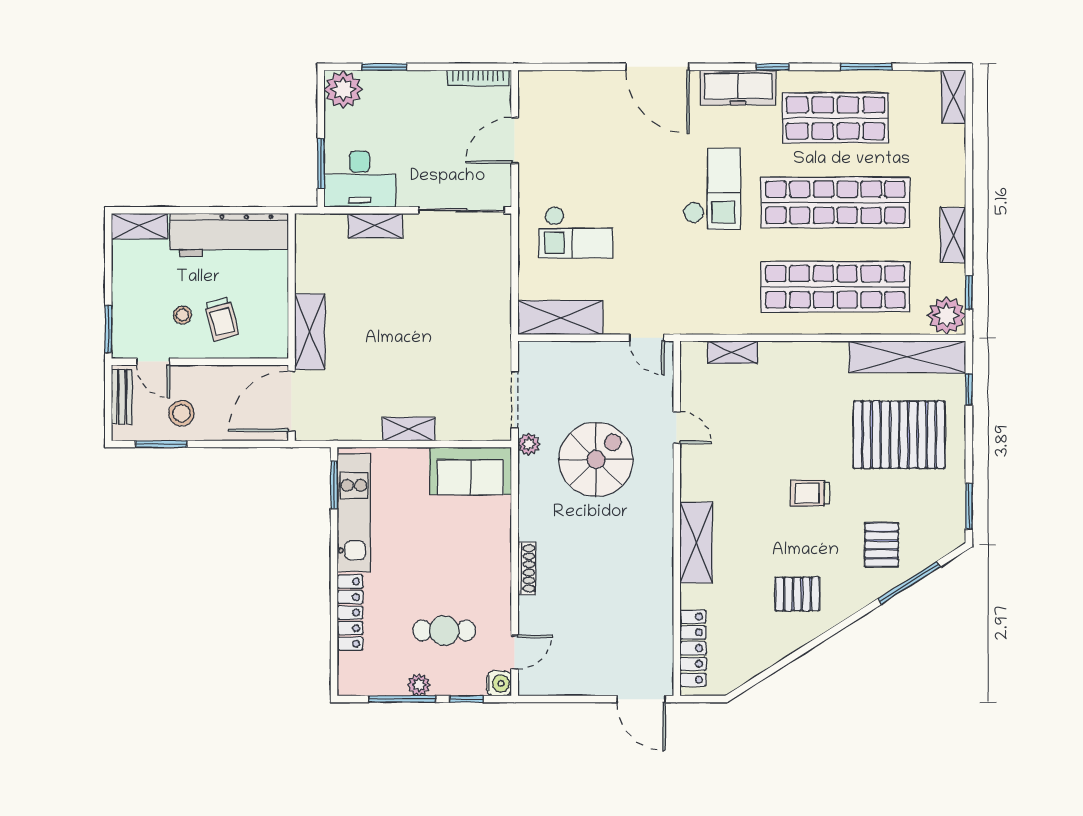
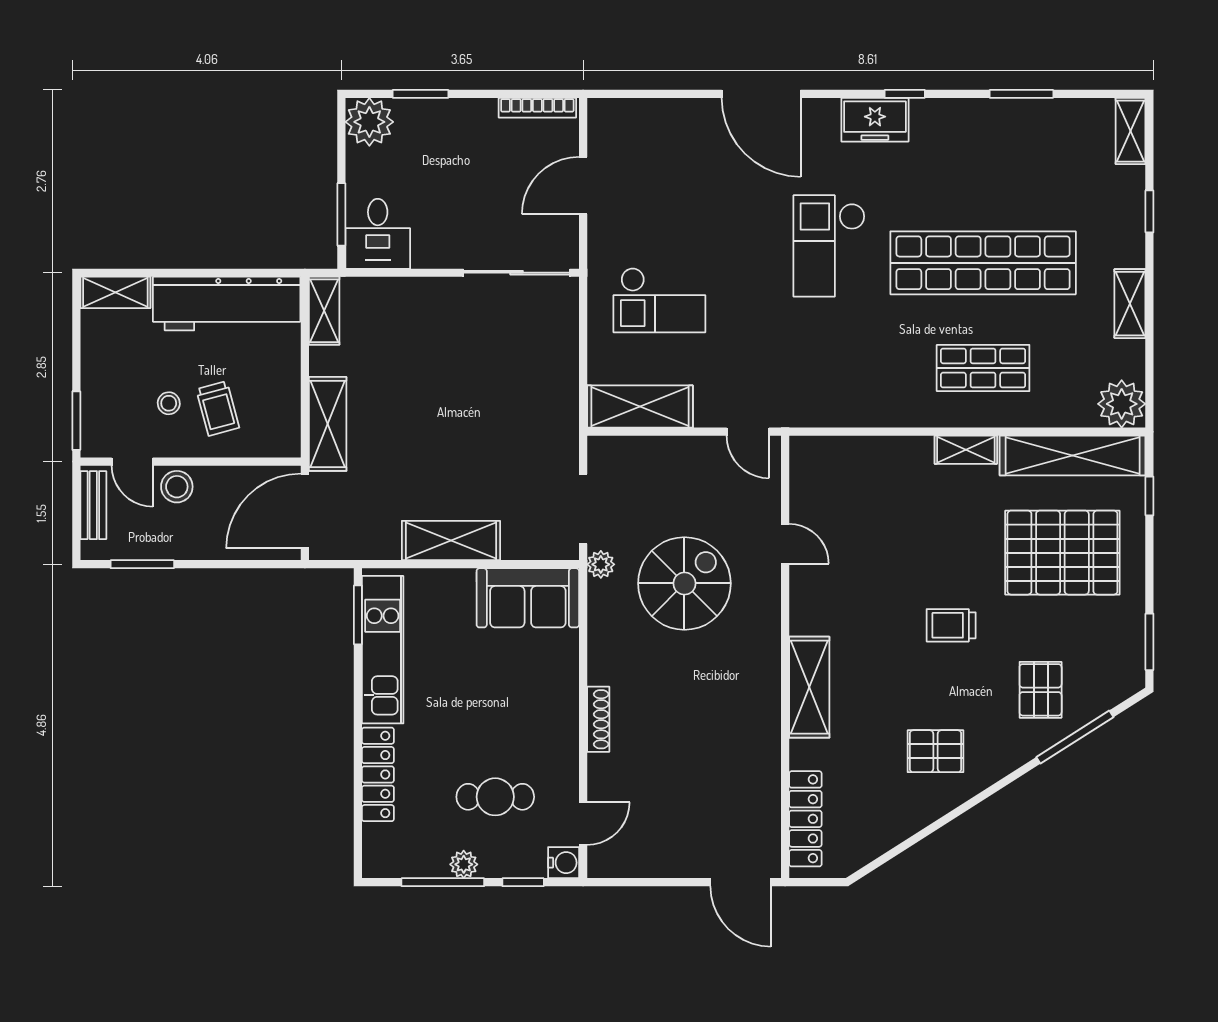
freezer: (738, 88) -> (875, 120), width x0.71
shop shelf: (835, 118) -> (983, 158), removed
desk: (360, 179) -> (378, 234), width x0.73
checkout: (712, 189) -> (829, 246), turned 180
shelving: (375, 226) -> (324, 311), moved, turned 90
shop shelf: (835, 287) -> (983, 368), width x0.50, depth x0.74
window: (969, 292) -> (1149, 211), moved
shelving: (733, 352) -> (966, 450), moved
stool: (181, 413) -> (177, 487), moved
shelving: (409, 429) -> (451, 541), width x1.50, depth x1.33

